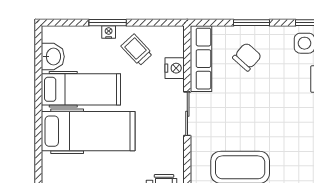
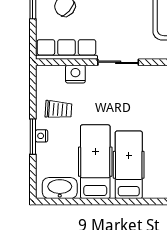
trolley: (137, 50) -> (58, 110), turned -133
washbasin: (53, 57) -> (60, 188), width x1.38
hospital bed: (88, 131) -> (129, 165), width x0.73, depth x0.78

